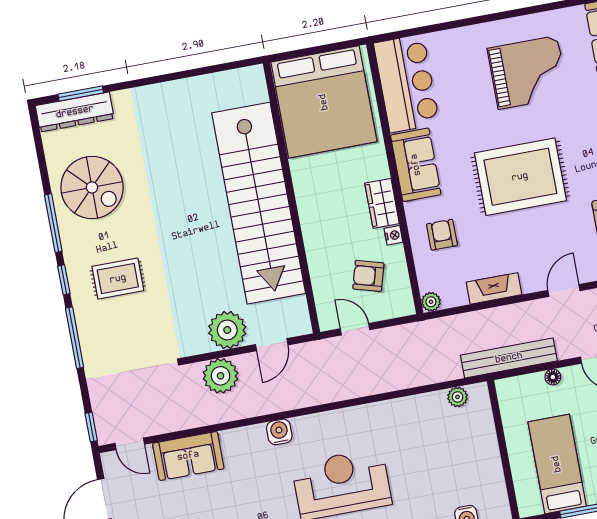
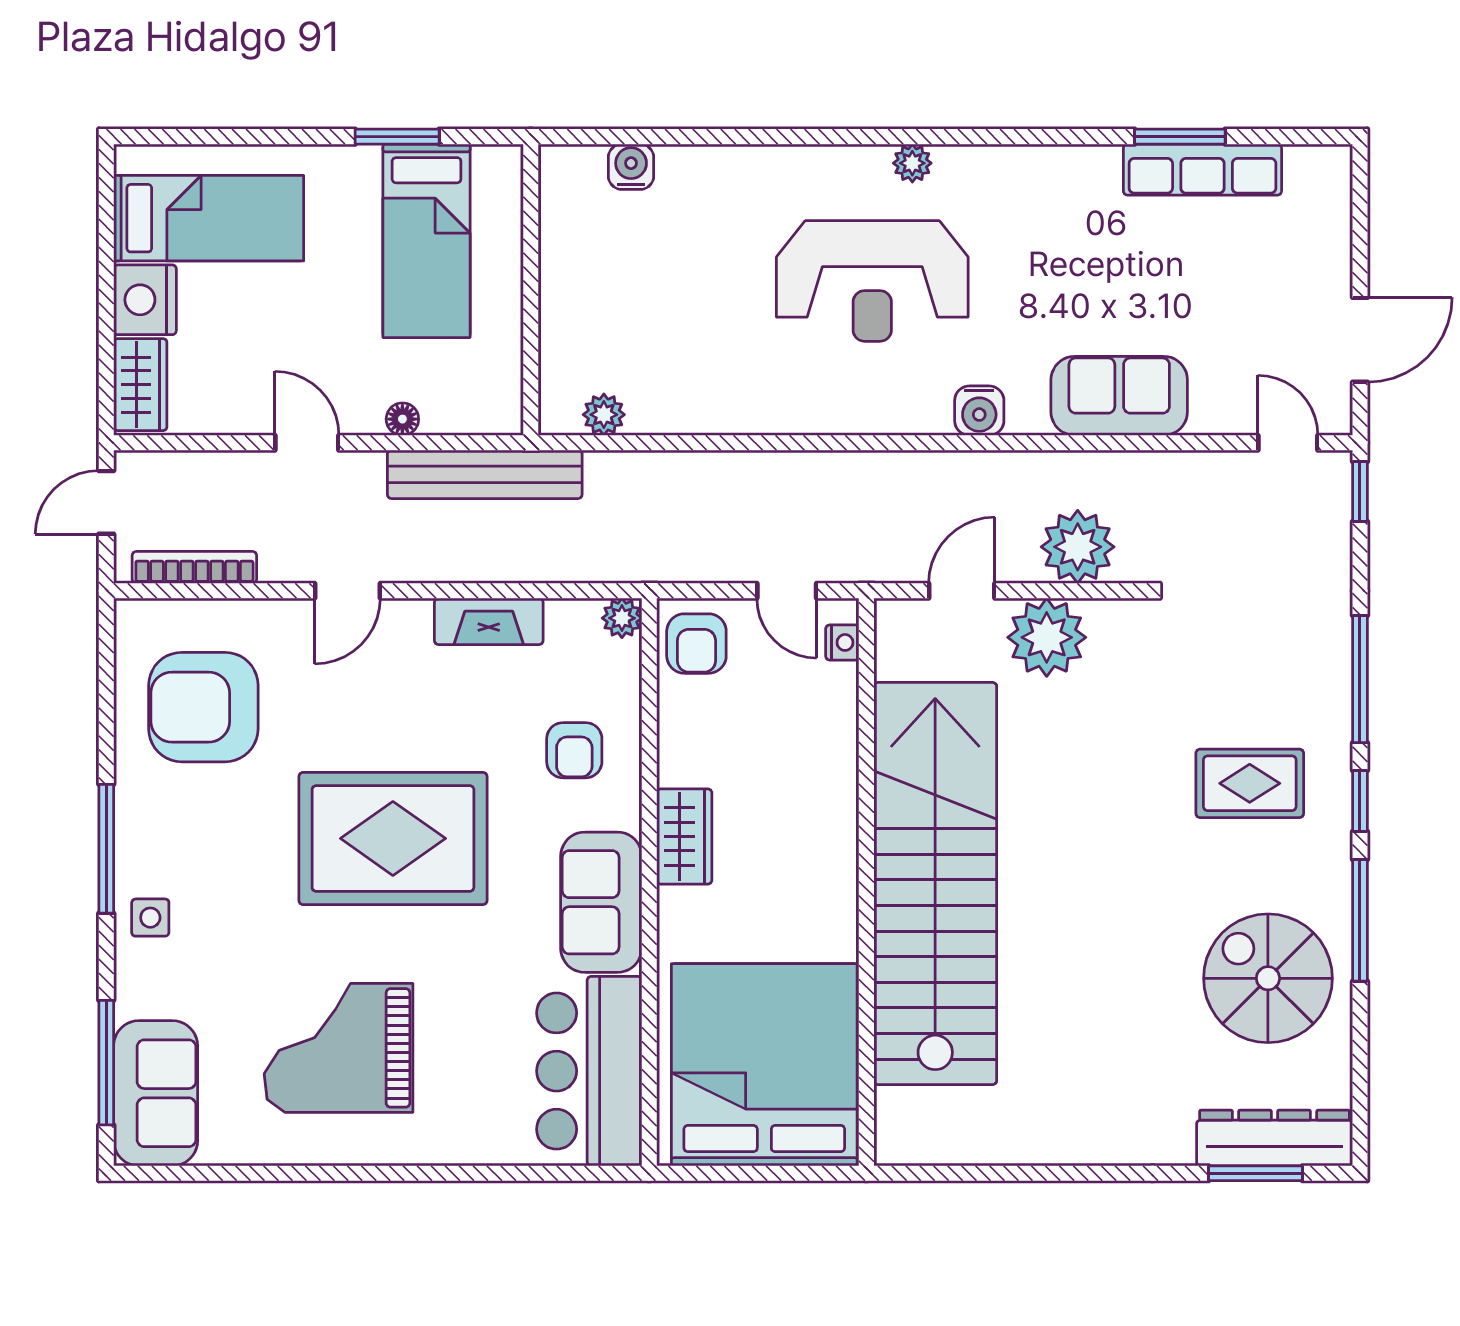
nightstand: (393, 235) -> (842, 642), moved, turned 180
armchair: (368, 276) -> (696, 644), moved, turned 74
sofa: (188, 456) -> (1119, 396), moved

